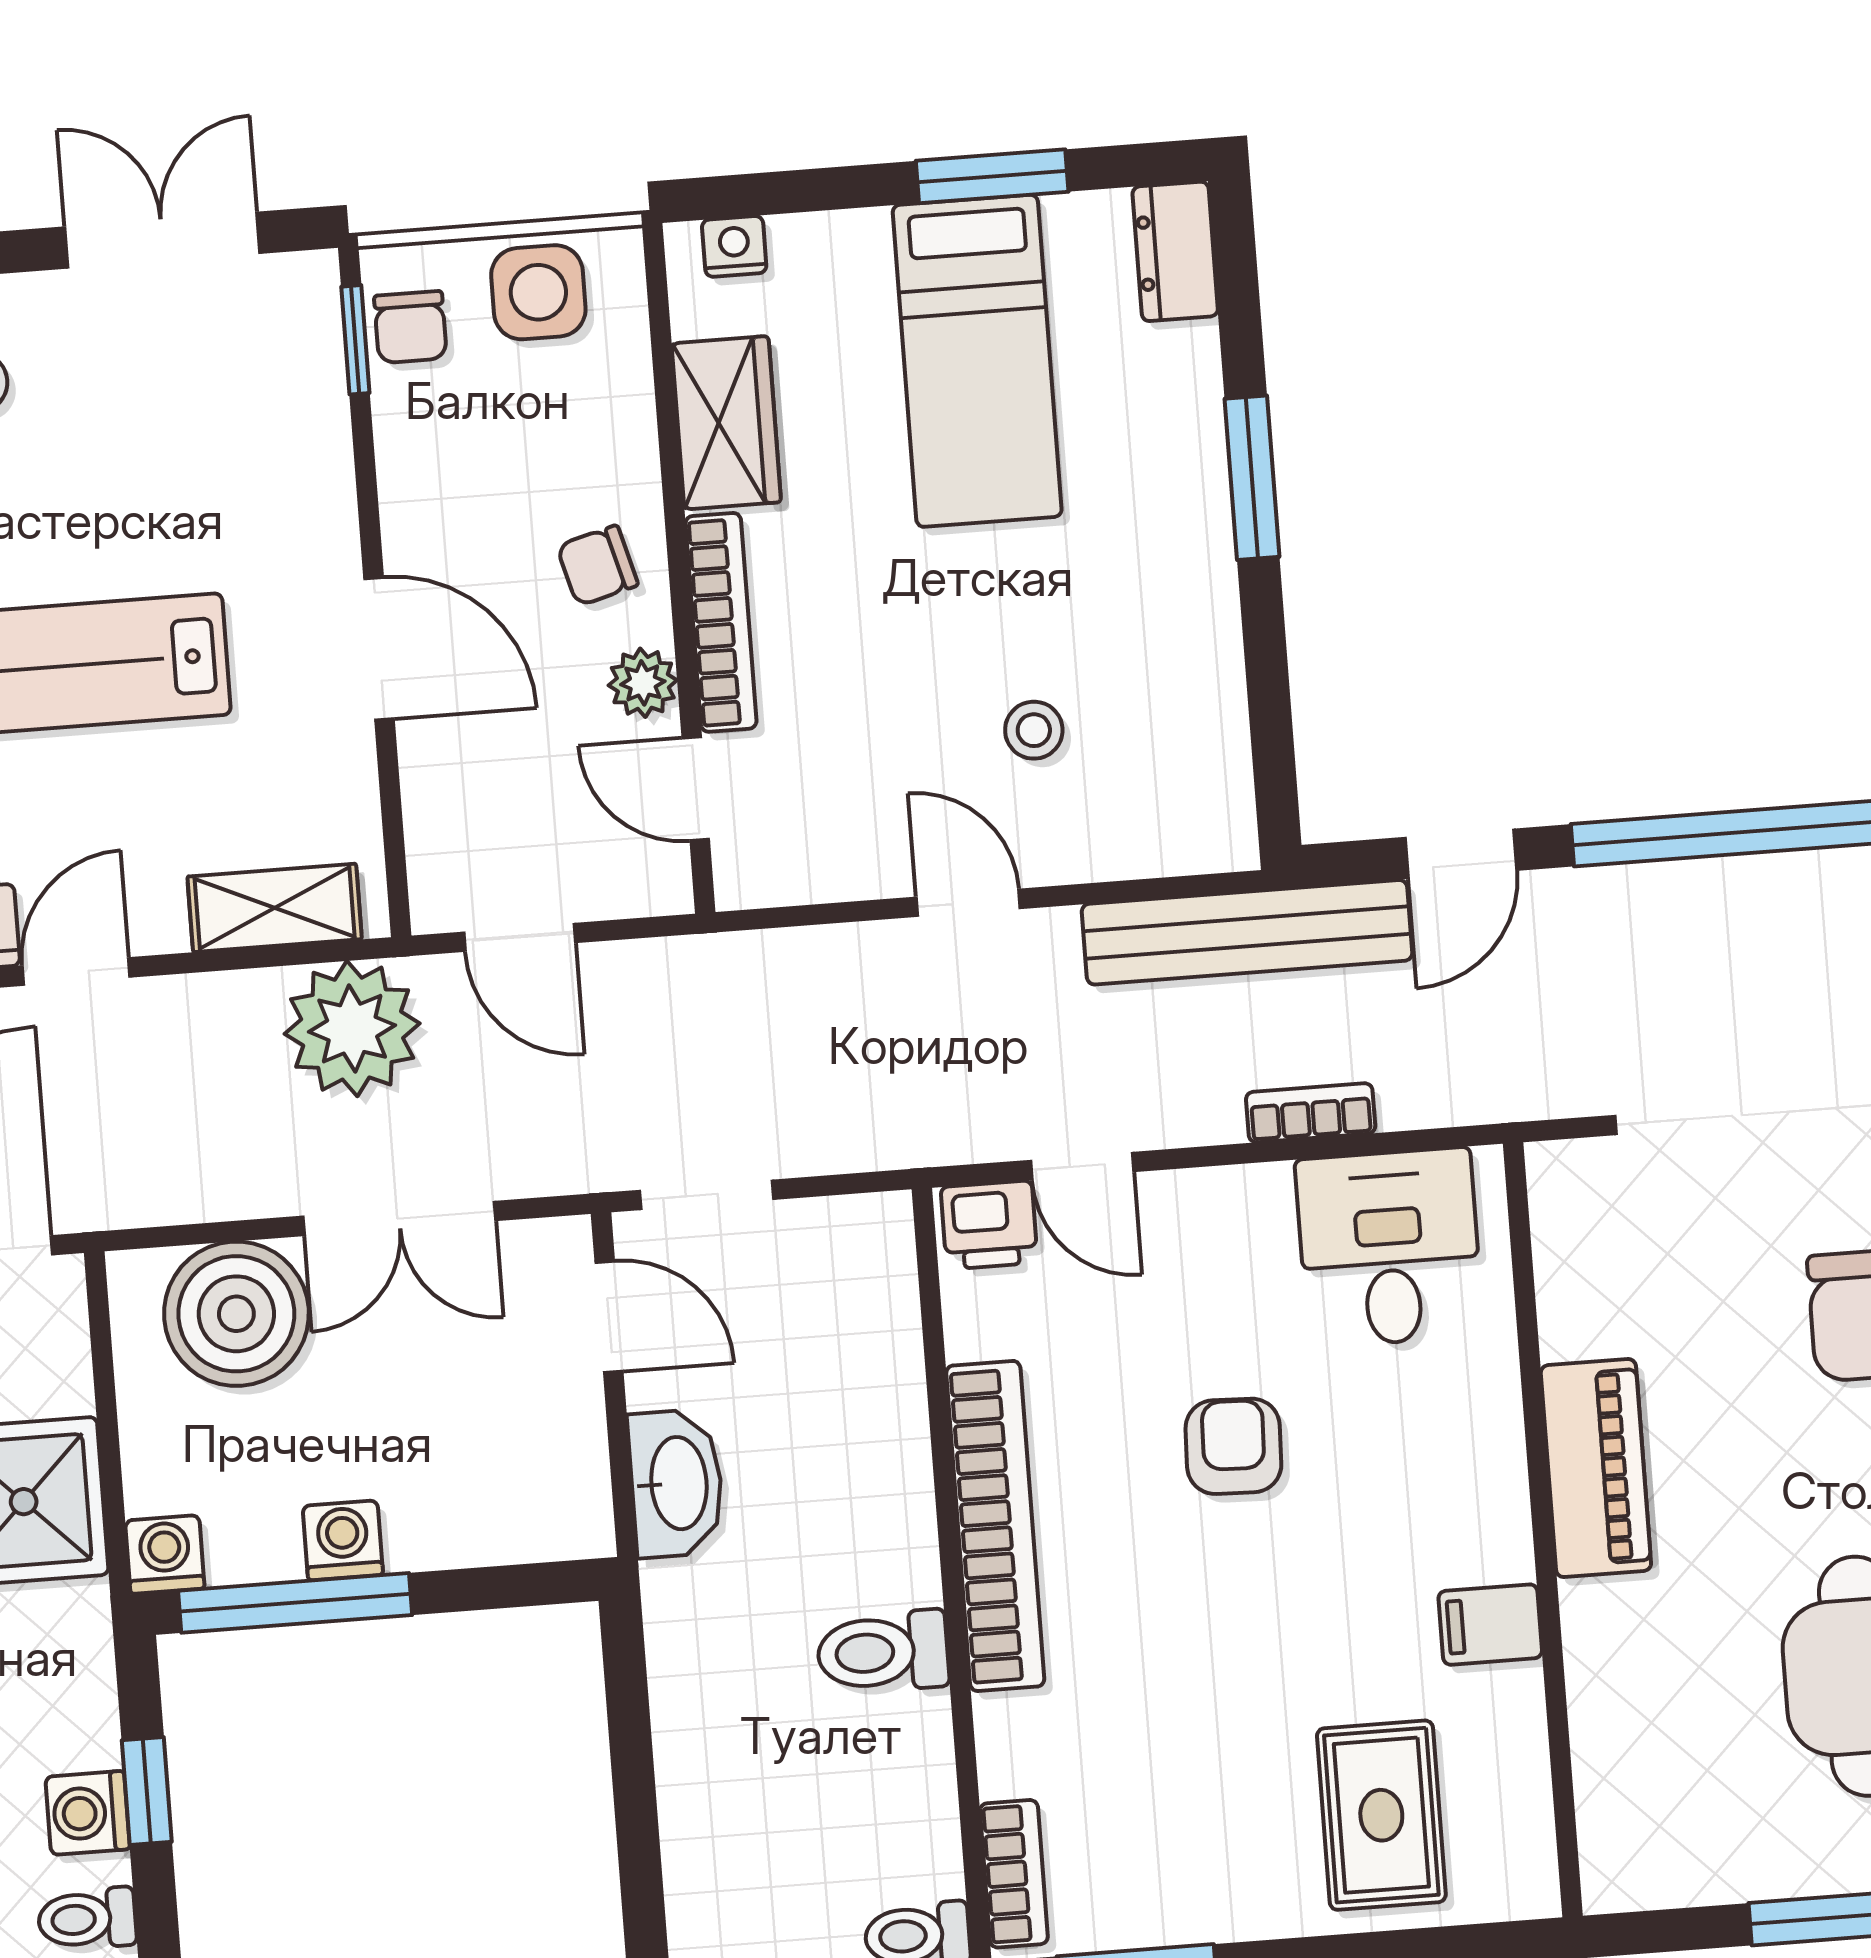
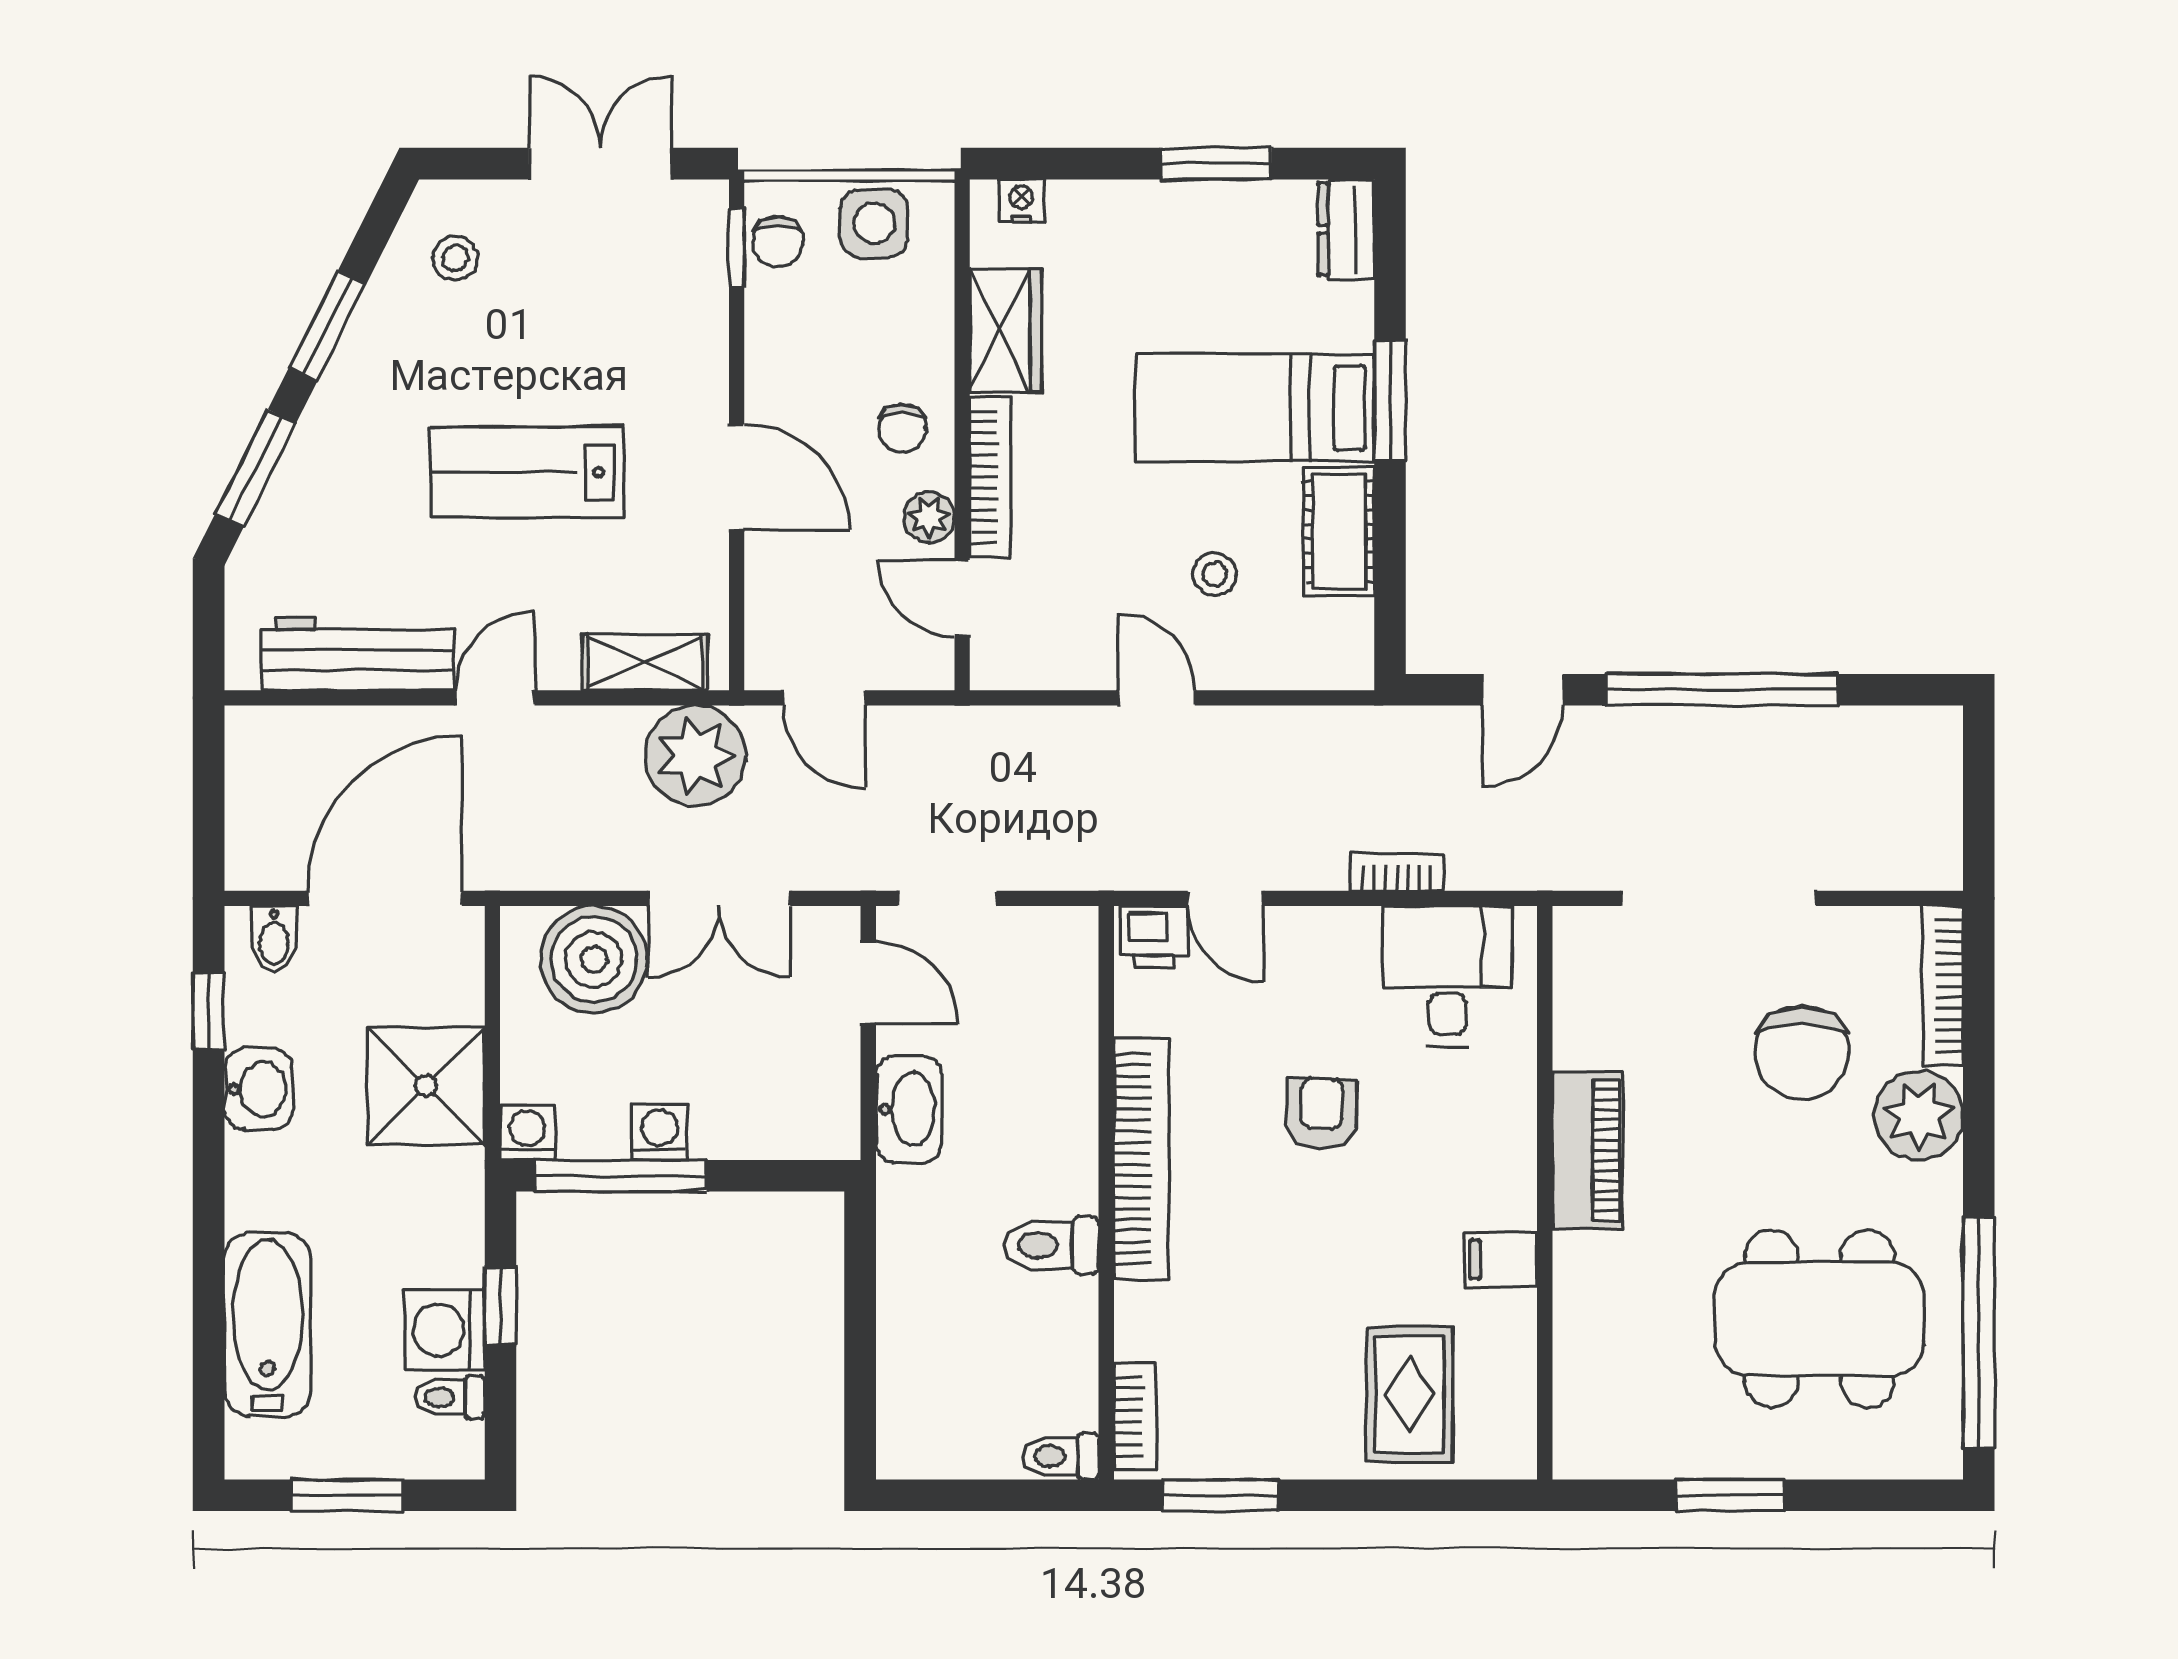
bed: (977, 361) -> (1255, 408), moved, turned 90
chair: (597, 566) -> (902, 428), turned -76
cot: (1197, 660) -> (1339, 532), added
bench: (1247, 932) -> (1361, 735), removed
washing machine: (88, 1813) -> (445, 1330), width x1.38, depth x1.38

